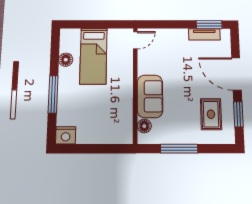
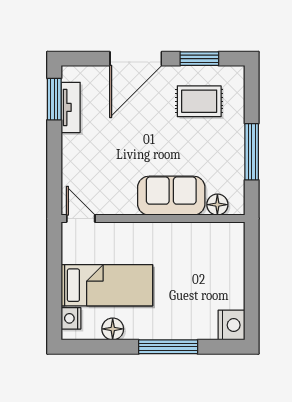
nightstand: (73, 34) -> (71, 318), added

